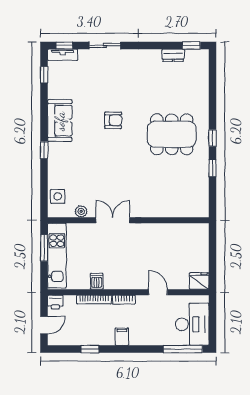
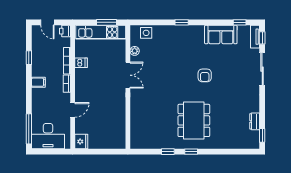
sliding door: (105, 45) -> (262, 69), width x1.37
sofa: (60, 121) -> (221, 35), moved

